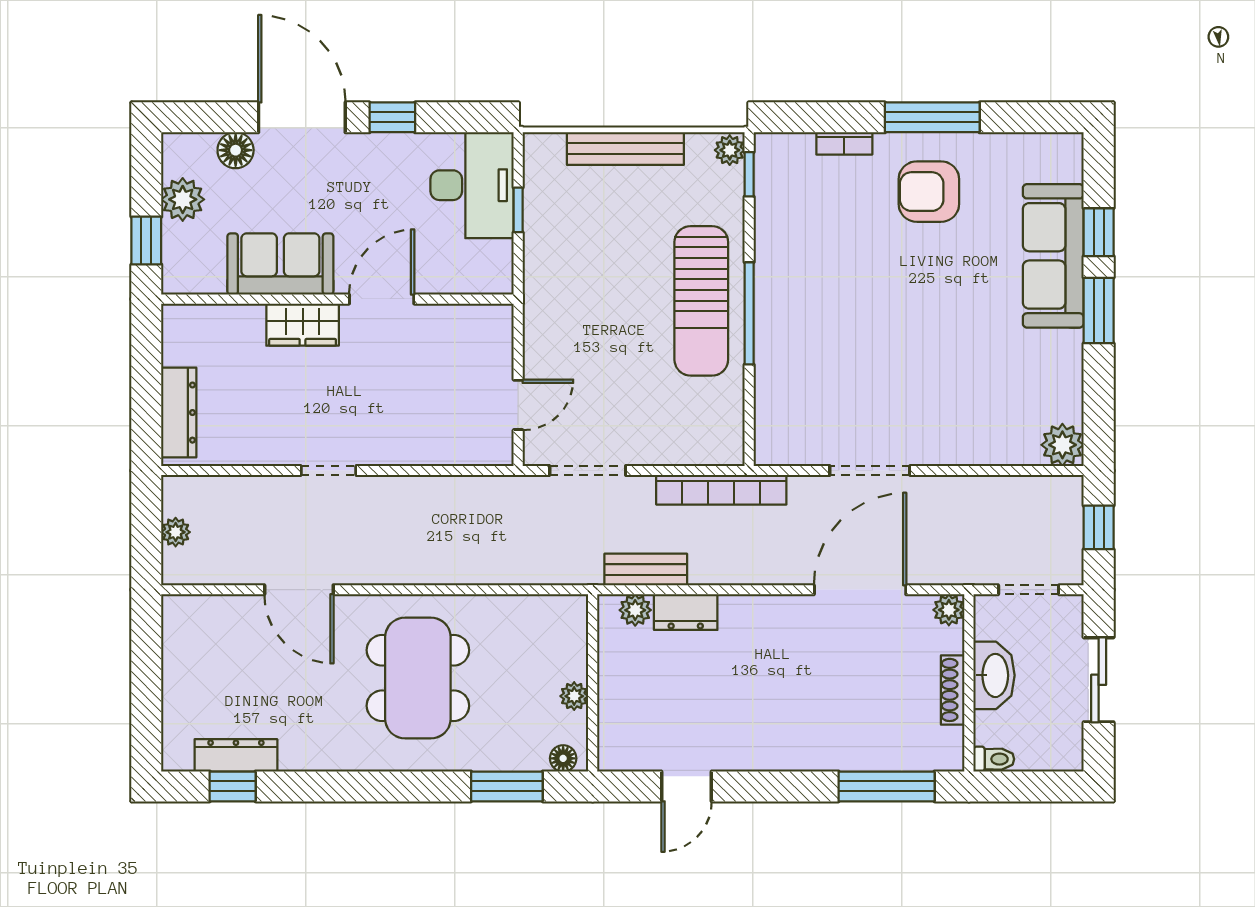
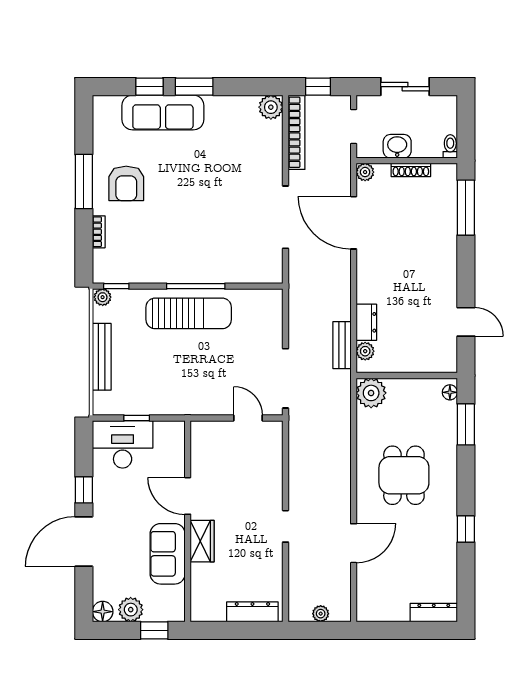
floor lamp: (236, 150) -> (103, 612), moved
doorway: (588, 471) -> (285, 378), width x1.36
doorway: (870, 471) -> (285, 217), width x1.36
bookcase: (721, 490) -> (296, 132), moved
washbasin: (994, 675) -> (397, 146), width x0.72
dining table: (418, 678) -> (404, 475), width x0.73
plant: (574, 696) -> (371, 393), moved, width x1.88, depth x1.88
dresser: (236, 755) -> (434, 613), moved, turned 90
window: (233, 786) -> (466, 529), moved

